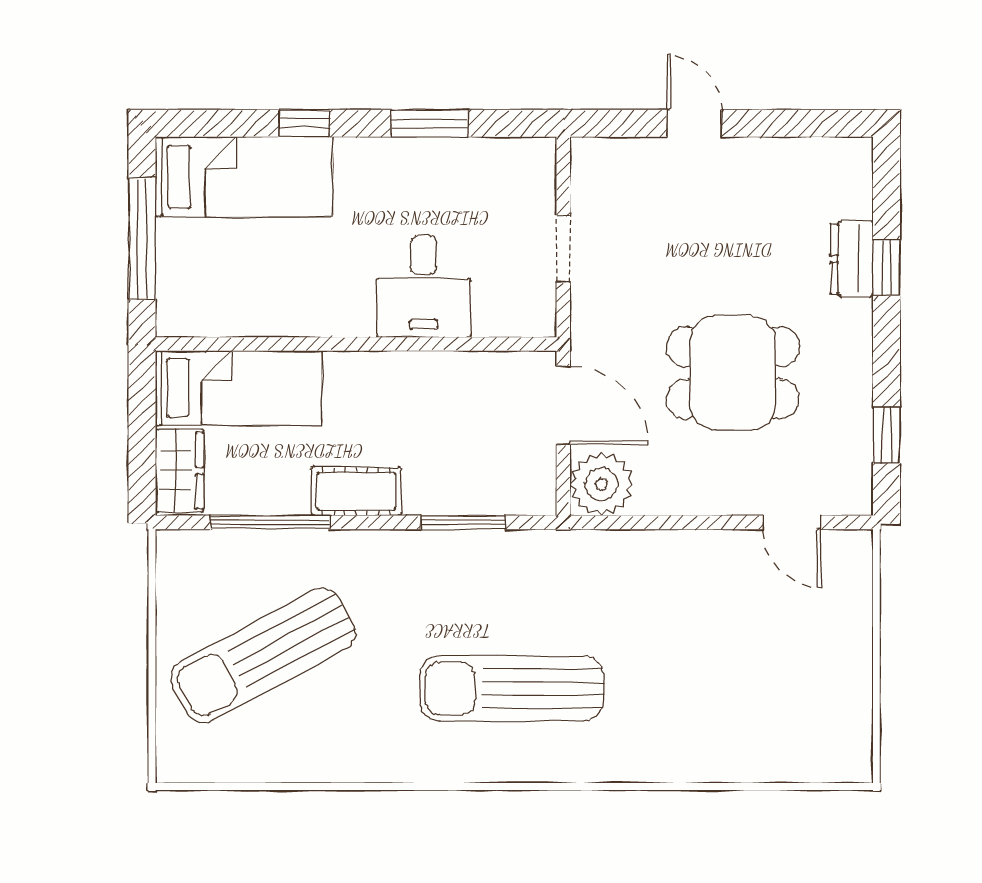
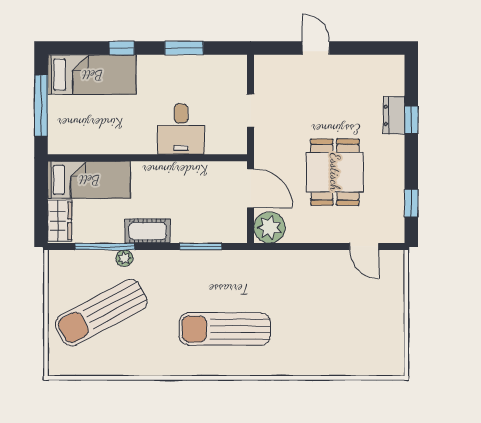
dining table: (733, 373) -> (335, 172), turned 90
plant: (310, 546) -> (124, 258), added

